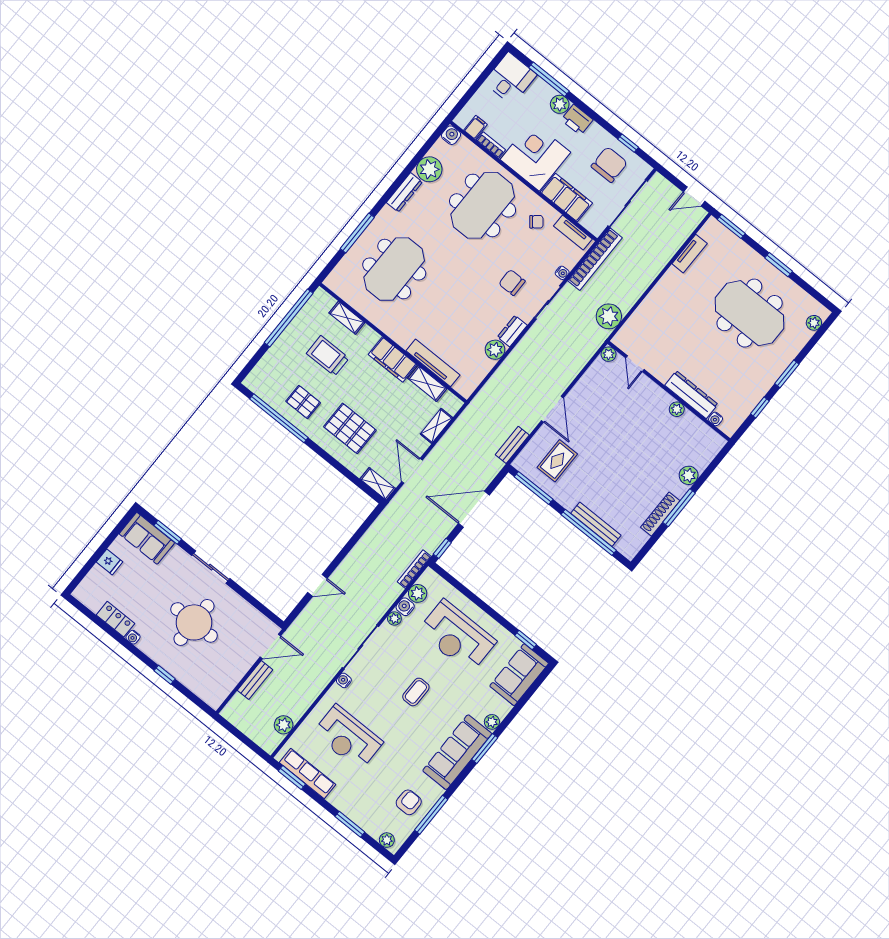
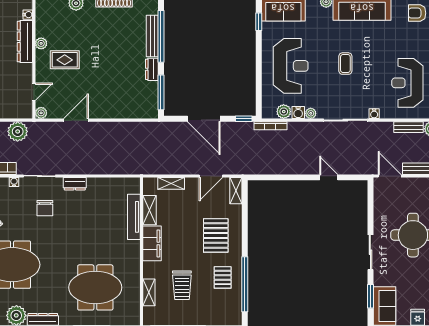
plant: (495, 350) -> (95, 185), removed
door: (552, 409) -> (76, 120), moved
bench: (512, 445) -> (408, 127), moved
rug: (557, 461) -> (65, 60), moved
dresser: (564, 497) -> (152, 69), added
coffee table: (416, 692) -> (345, 64), turned 90
reception desk: (348, 738) -> (407, 83), turned 180

